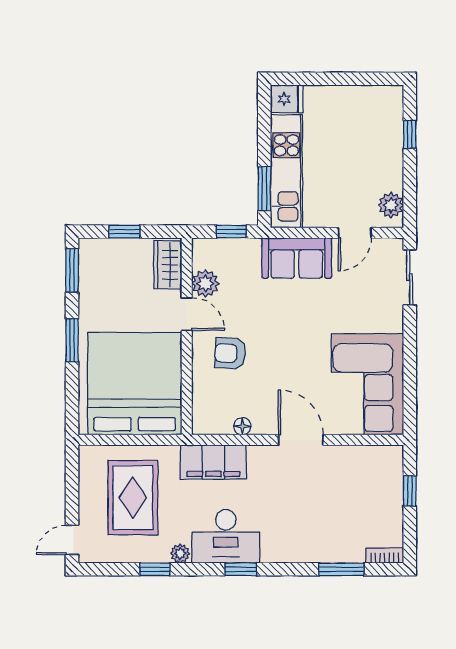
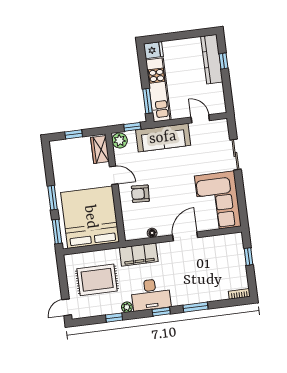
kitchen counter: (389, 128) -> (212, 59), added
plant: (391, 205) -> (218, 101), removed
door: (355, 233) -> (200, 119), swing flipped
sofa: (297, 258) -> (163, 138), width x1.36
window: (72, 270) -> (57, 232), moved
sliding door: (410, 277) -> (235, 155), moved
plant: (205, 283) -> (120, 140), moved
door: (301, 440) -> (185, 236), hinge flipped
rug: (133, 498) -> (97, 280), turned 90
window: (342, 569) -> (195, 307), moved

